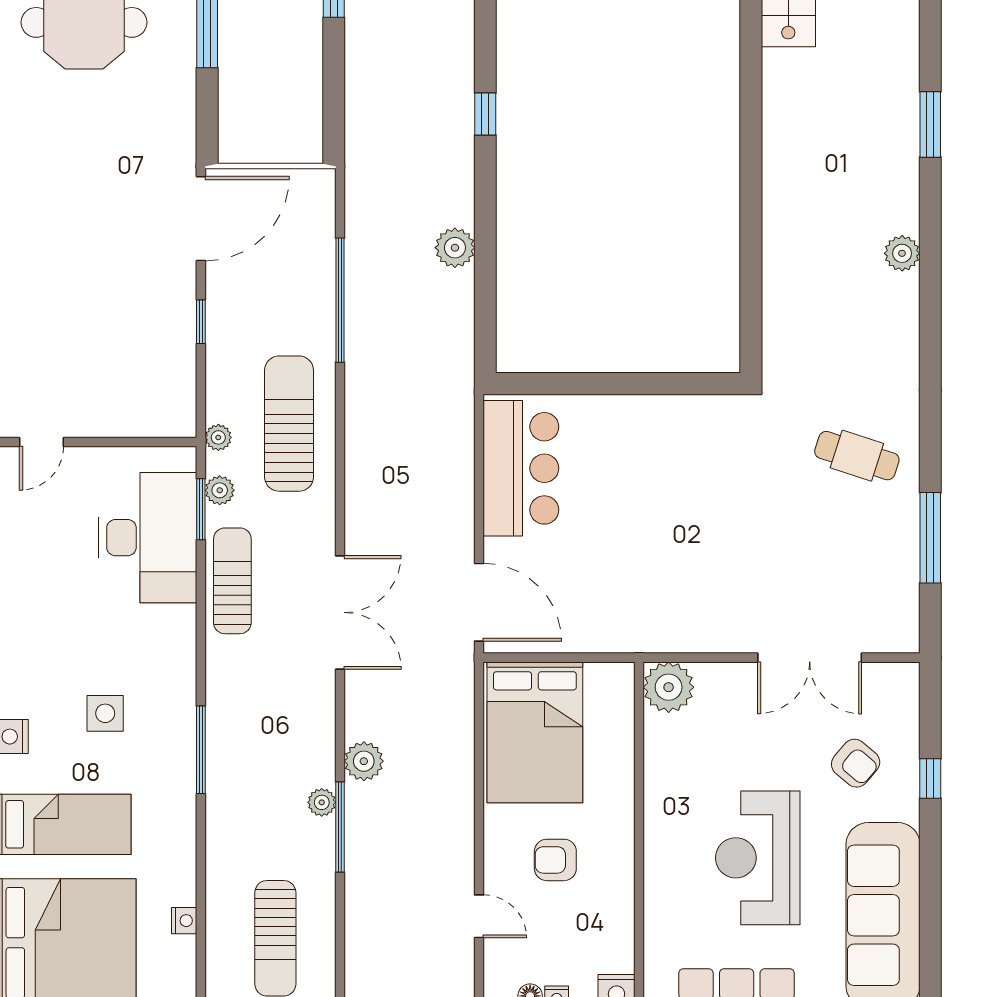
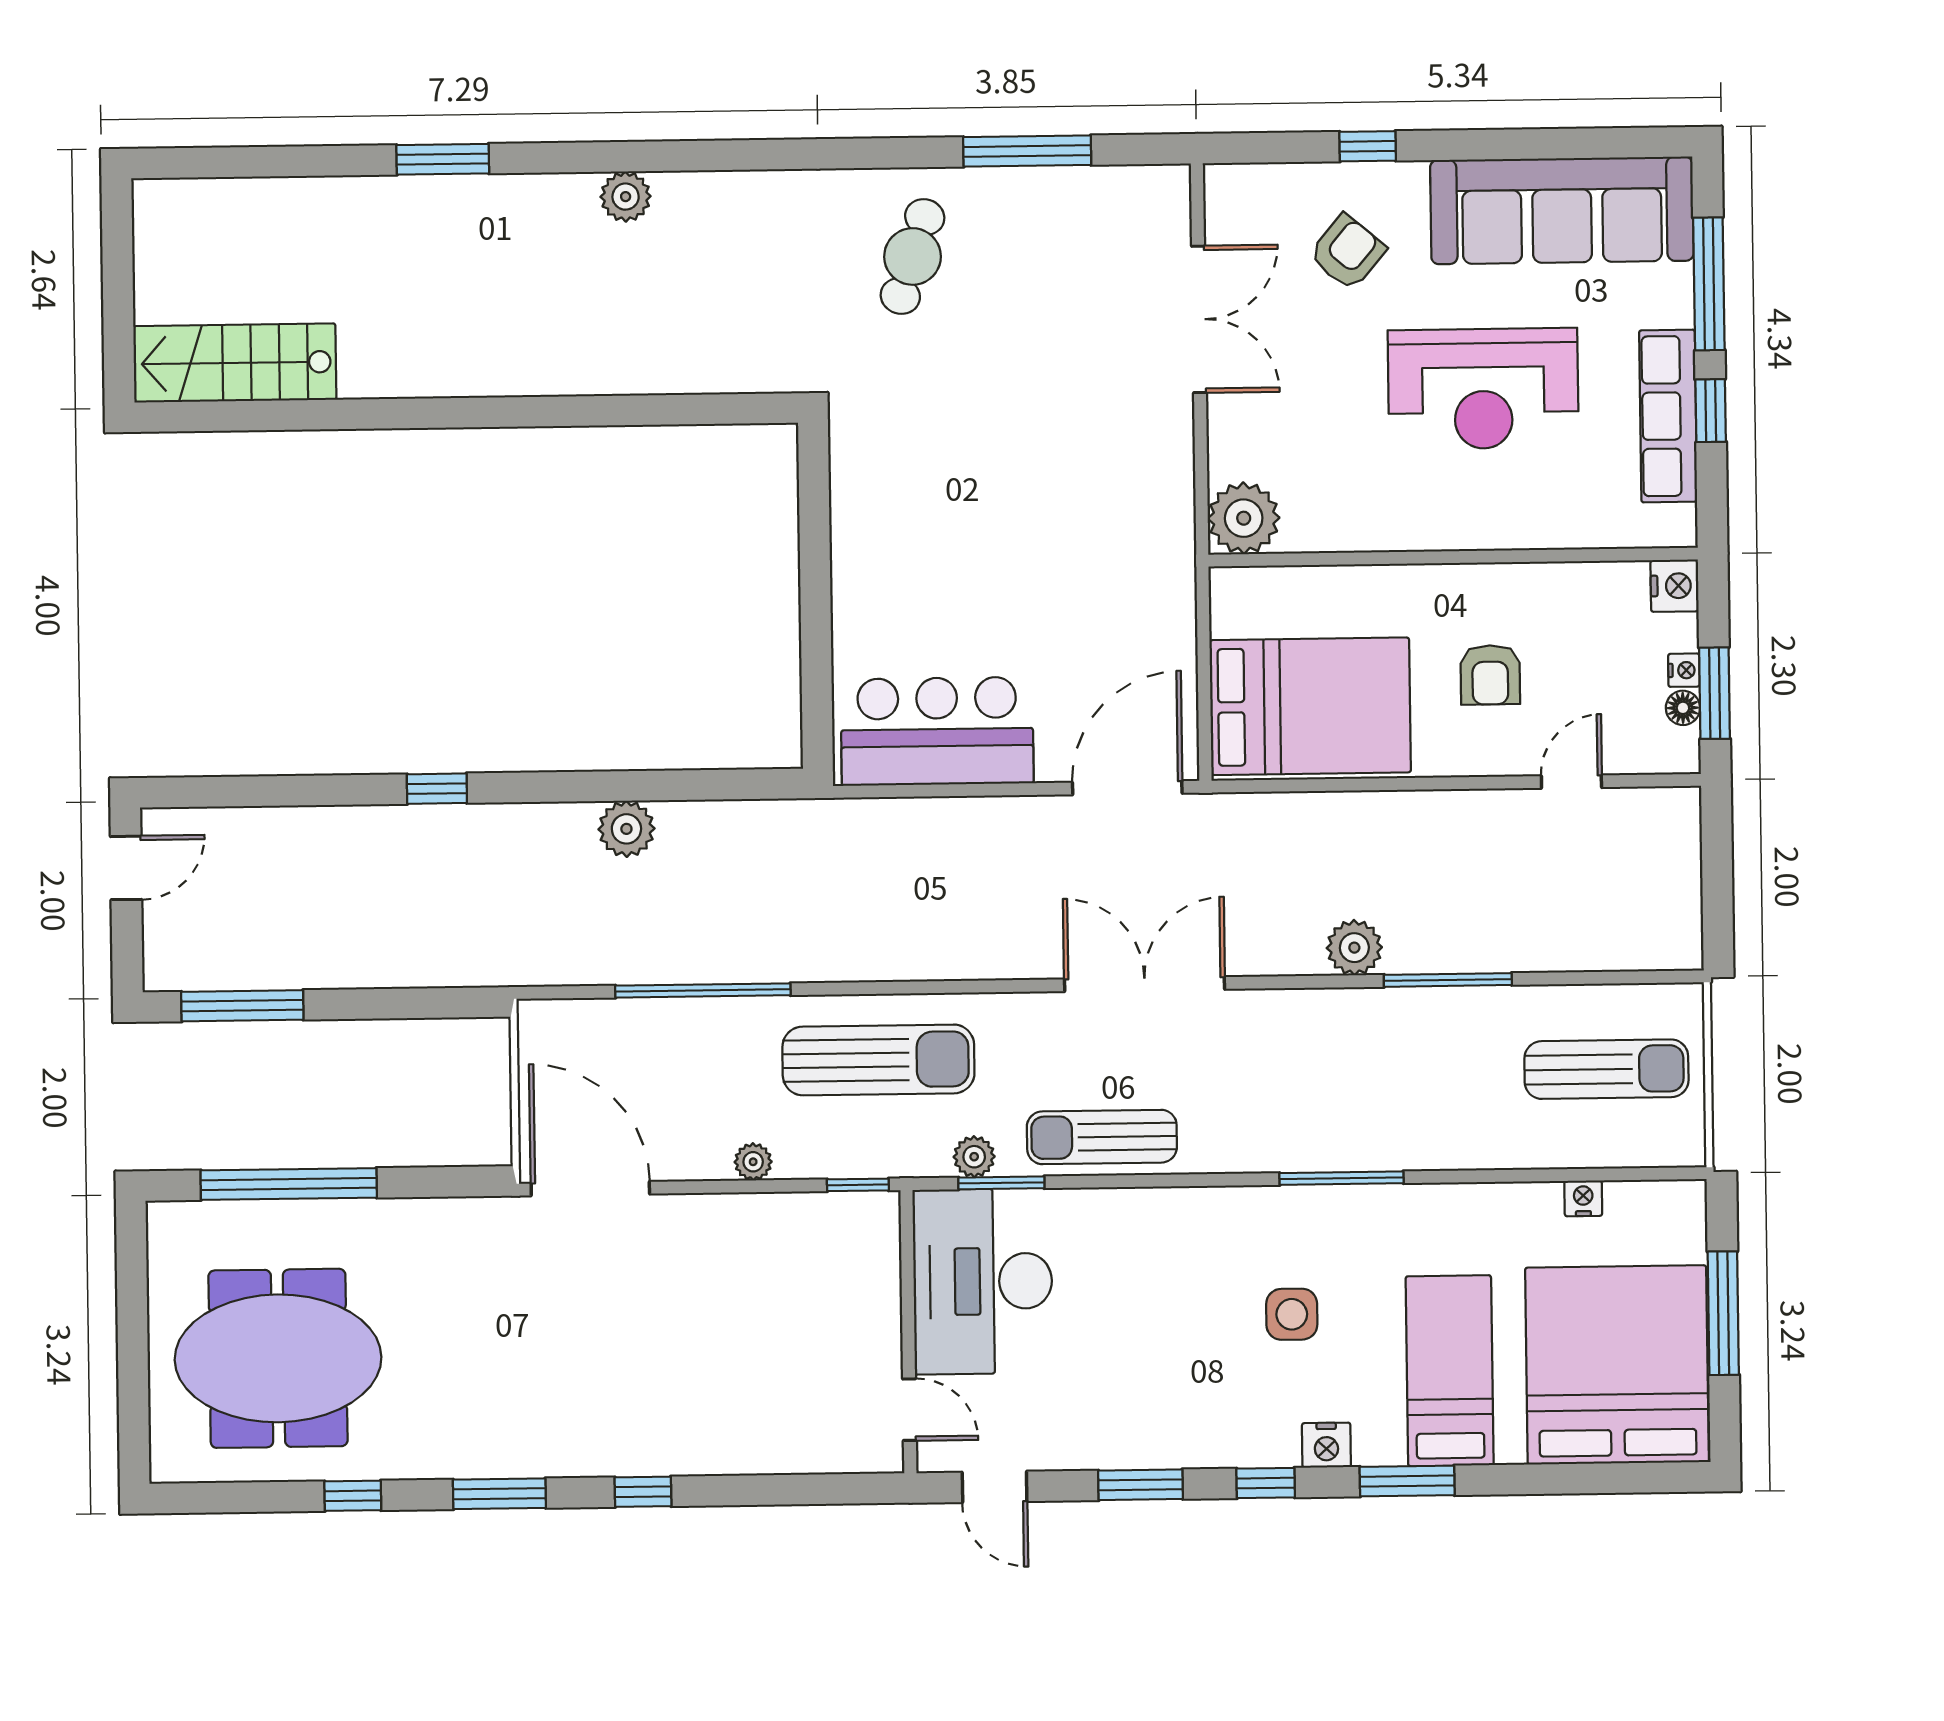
window: (201, 322) -> (858, 1185), moved
sun lounger: (289, 424) -> (878, 1060), turned 180
plant: (218, 437) -> (753, 1162), moved
desk: (148, 538) -> (983, 1281), moved, turned -90
plant: (322, 802) -> (1413, 1006), removed

